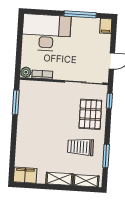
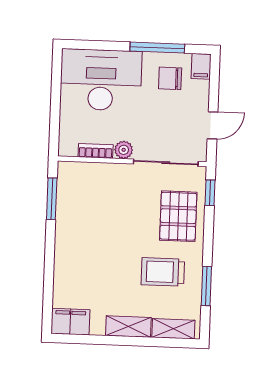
chair: (87, 33) -> (170, 78), added
plant: (26, 72) -> (124, 150), moved

